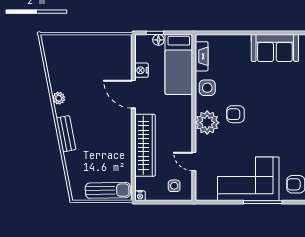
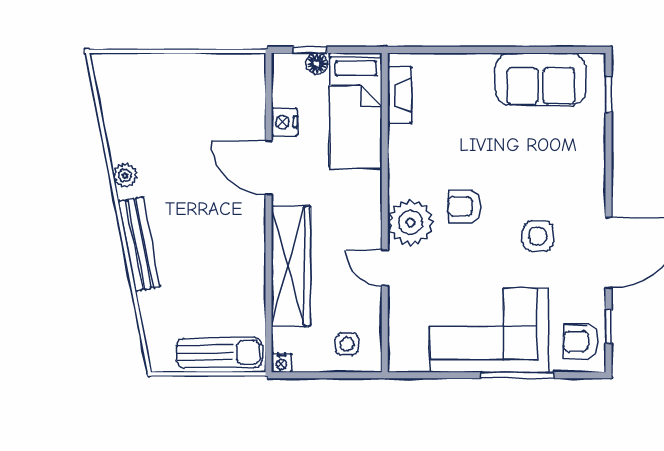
side table: (207, 88) -> (538, 236), moved
bench: (66, 134) -> (139, 244), width x1.36
door: (194, 161) -> (385, 268), moved

